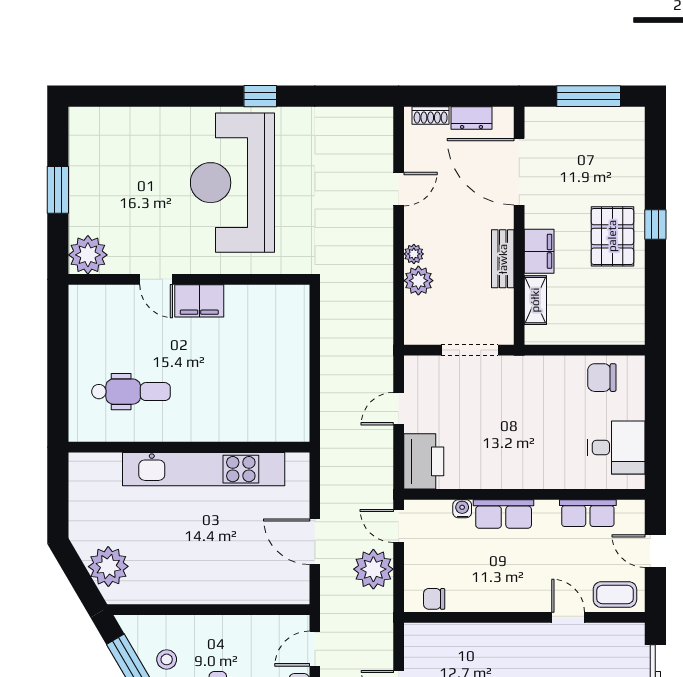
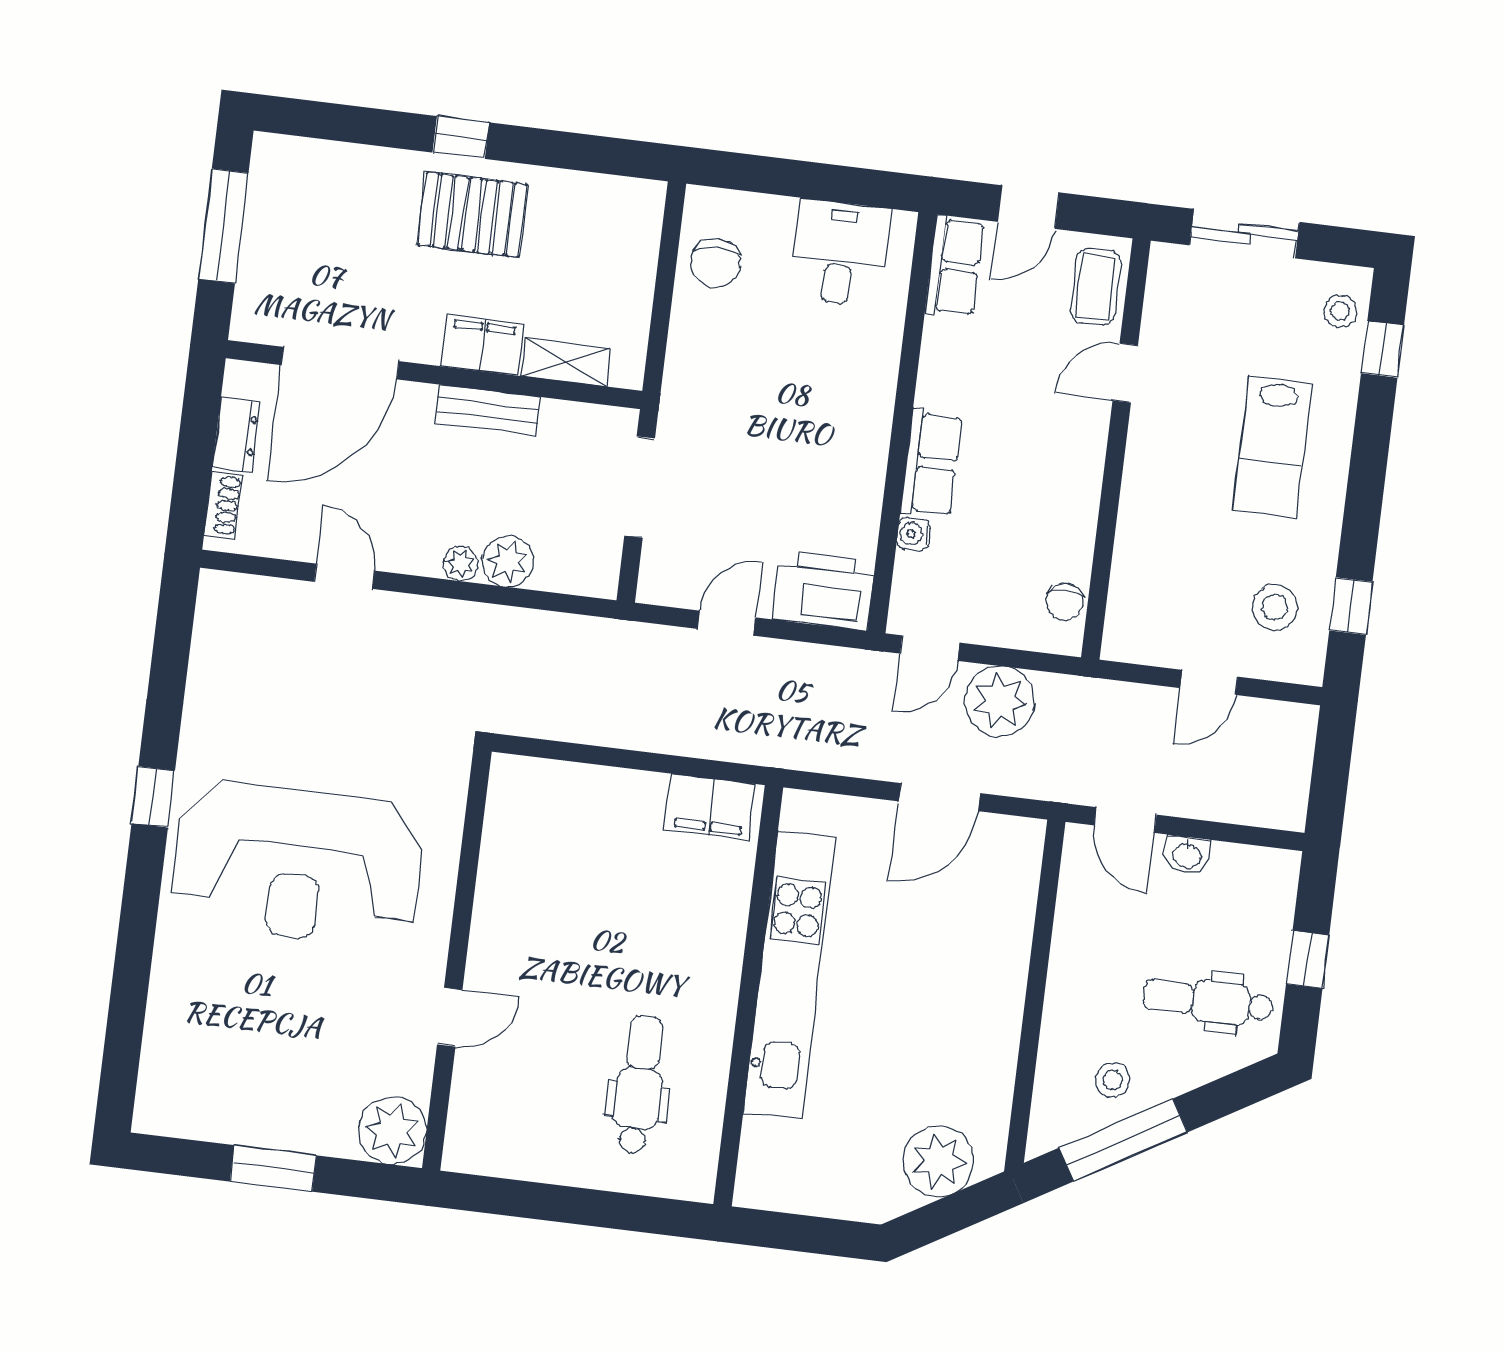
filing cabinet: (199, 301) -> (710, 807), moved, turned 90
door: (399, 409) -> (726, 623), swing flipped
row of seats: (588, 513) -> (954, 267), moved

